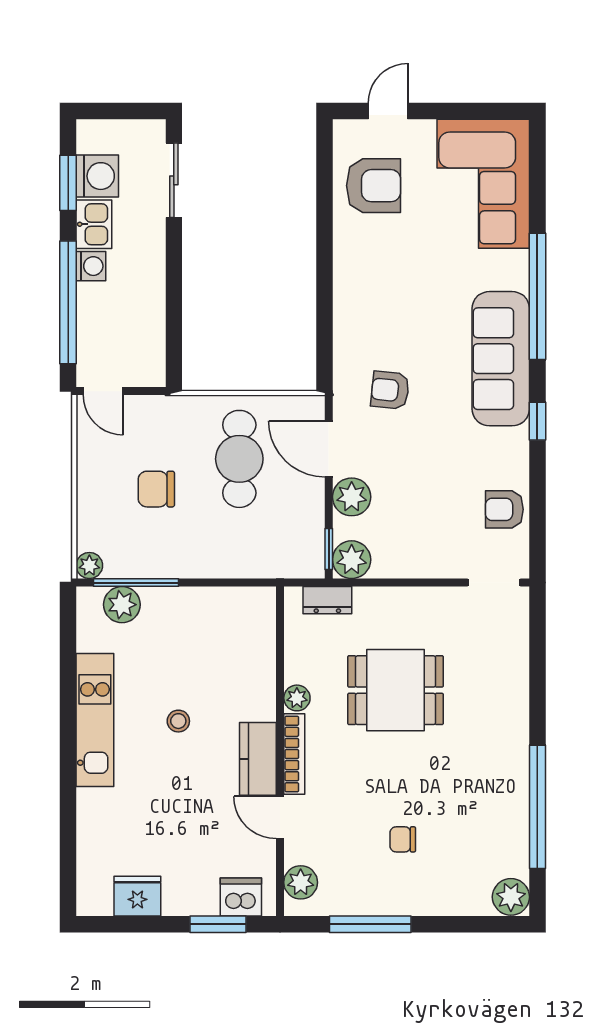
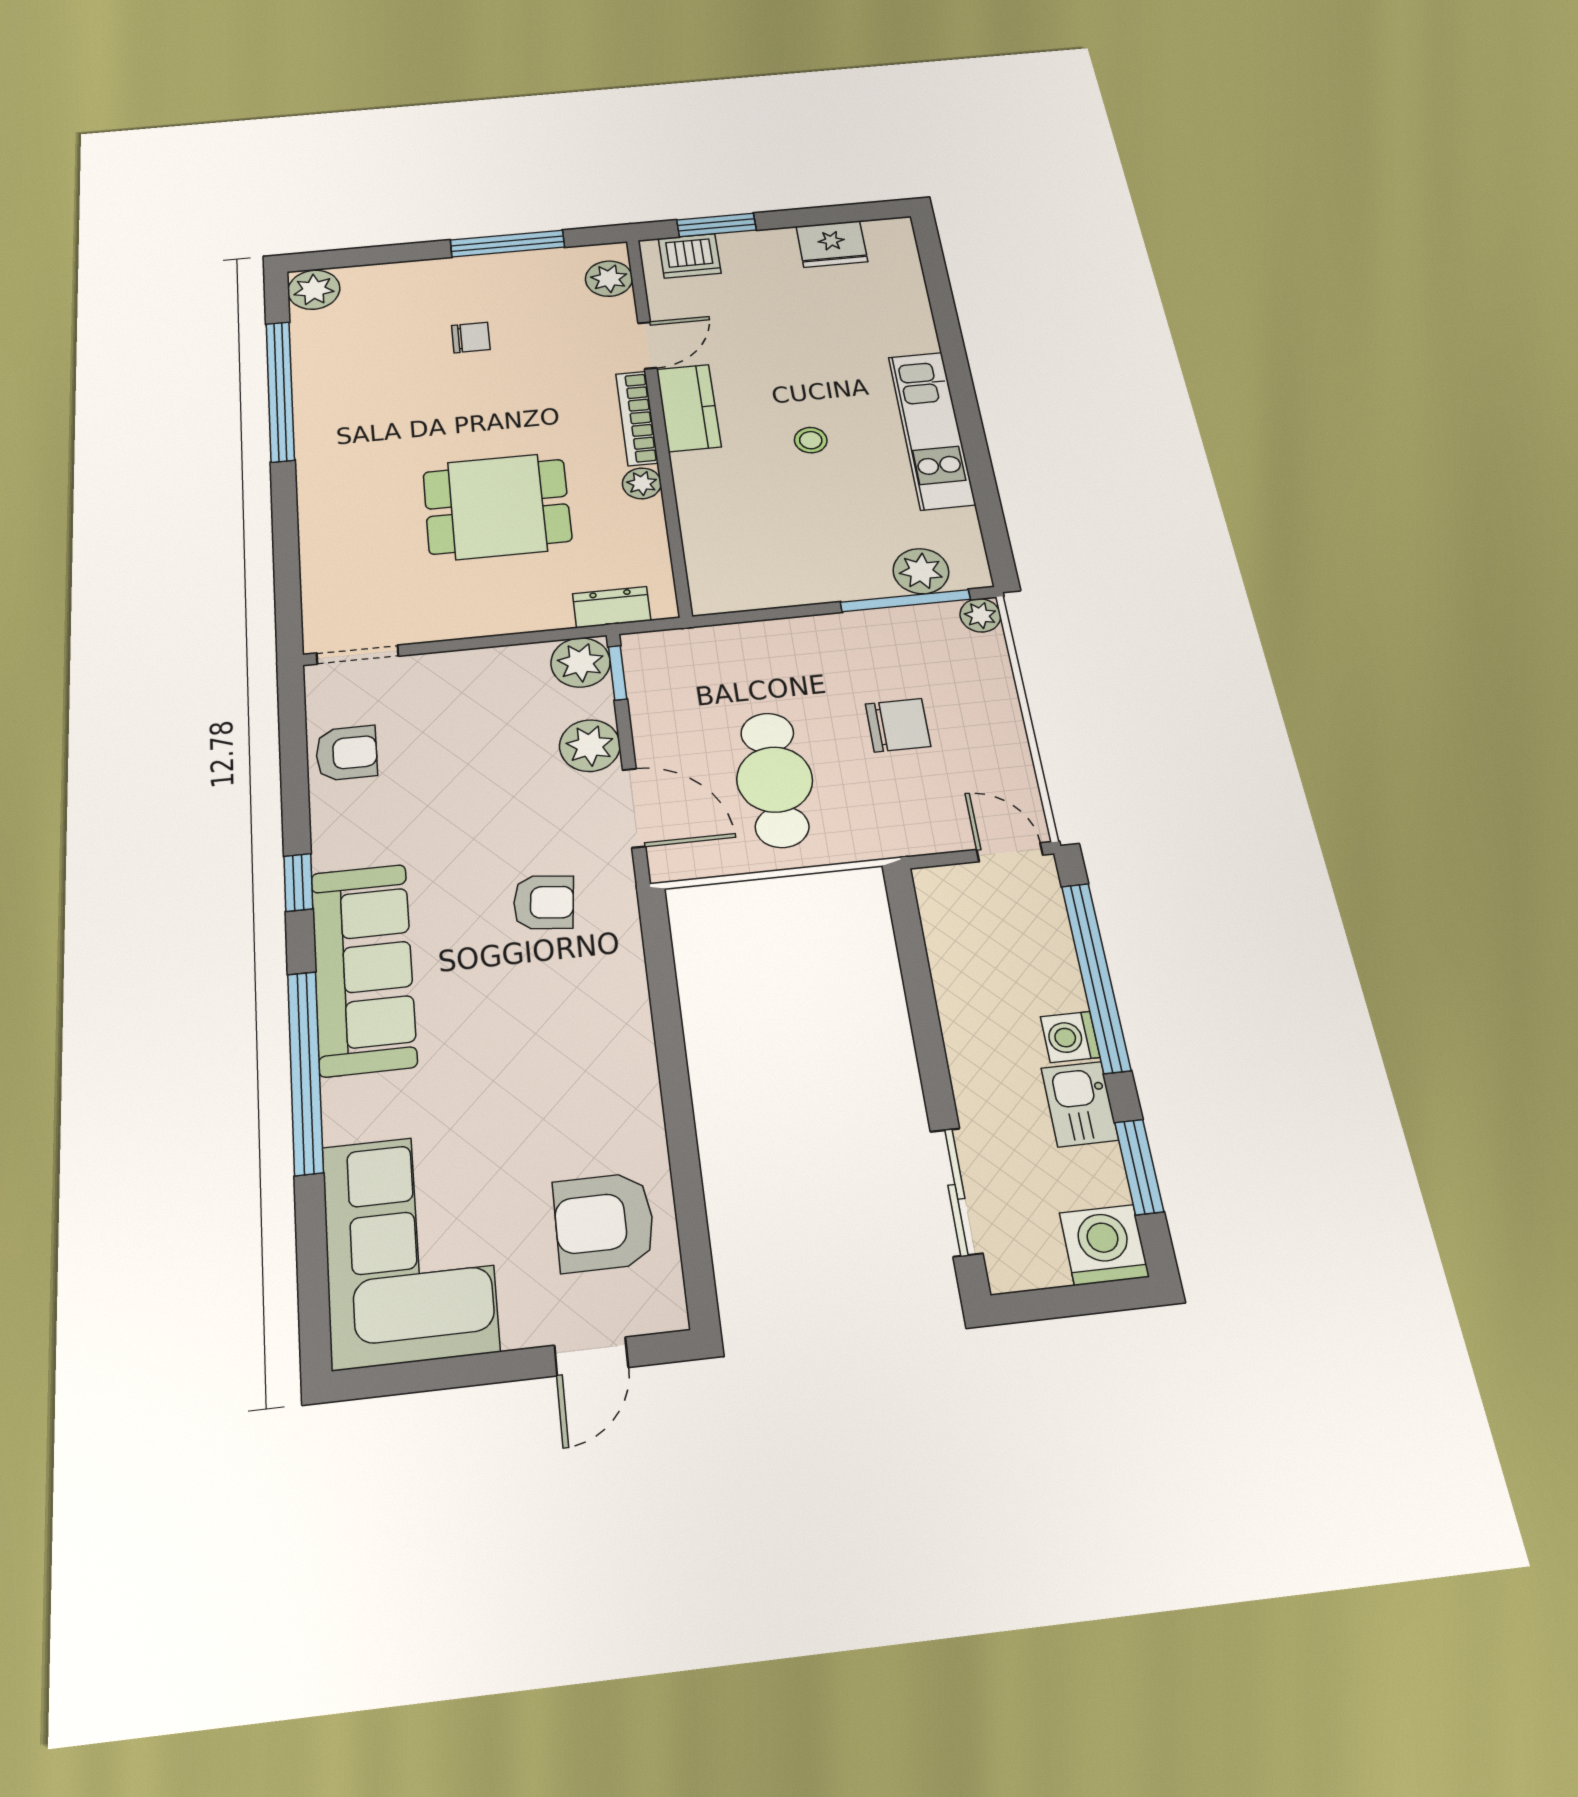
washing machine: (97, 176) -> (1104, 1245), moved, turned 90
door: (280, 818) -> (647, 345), hinge flipped

